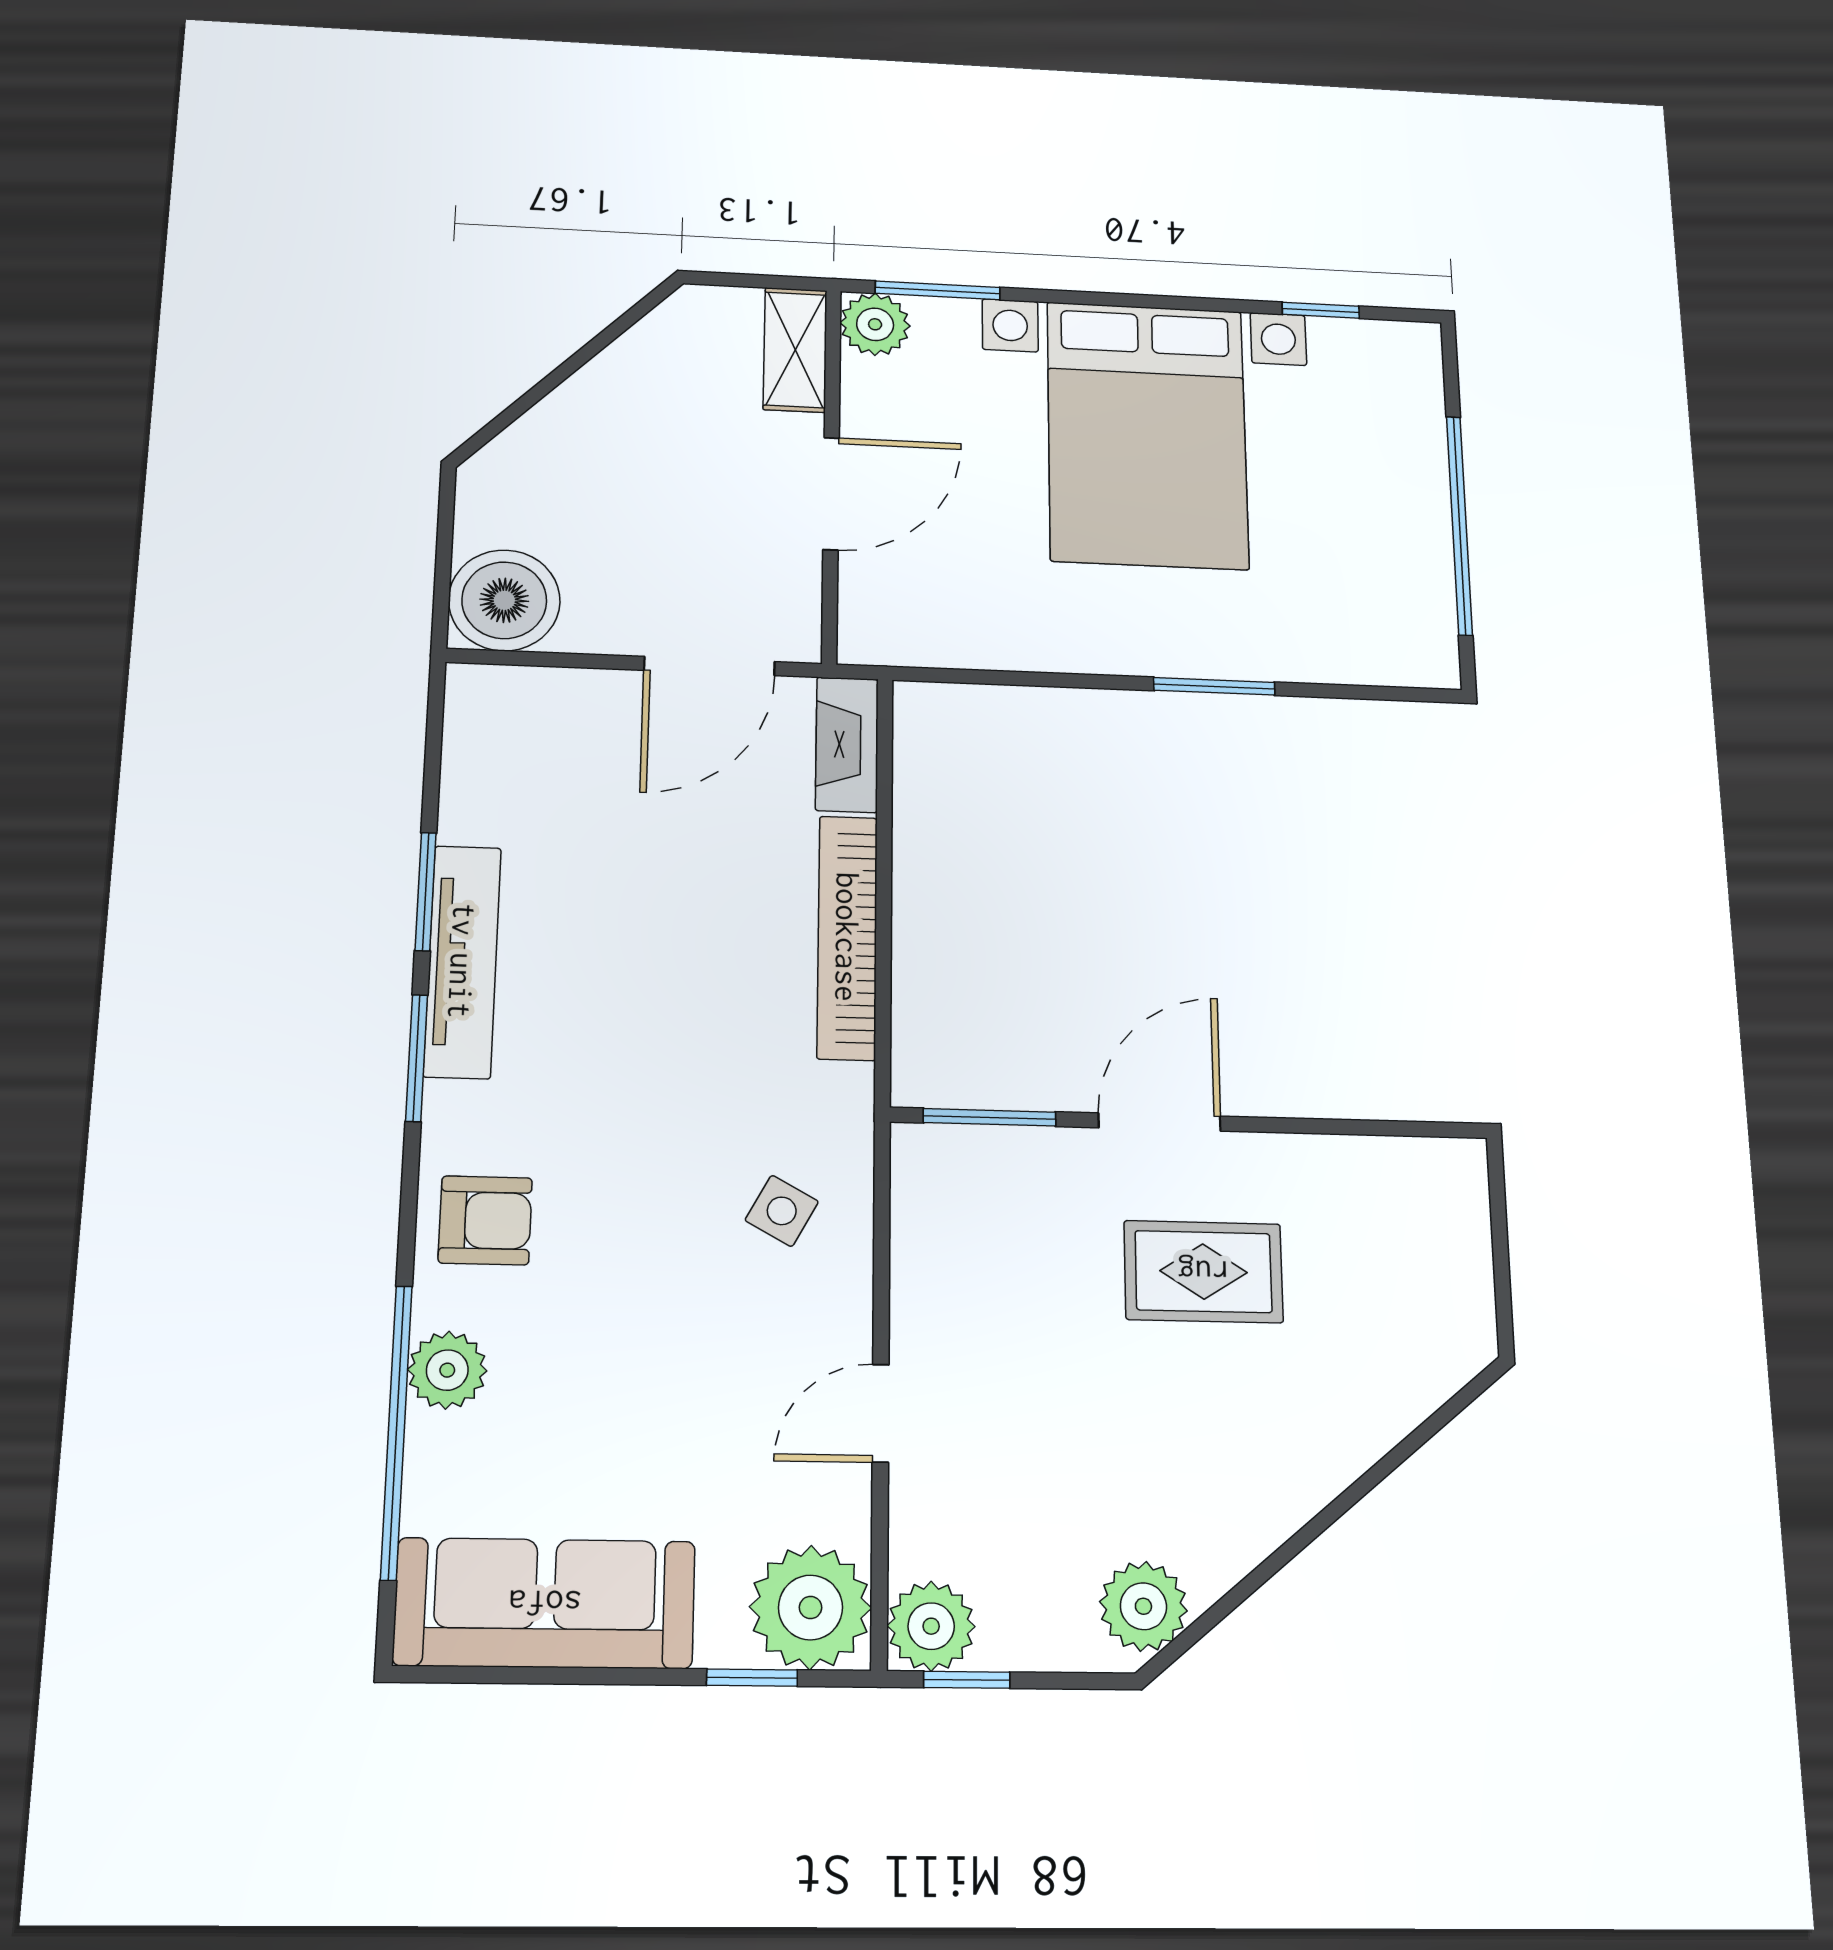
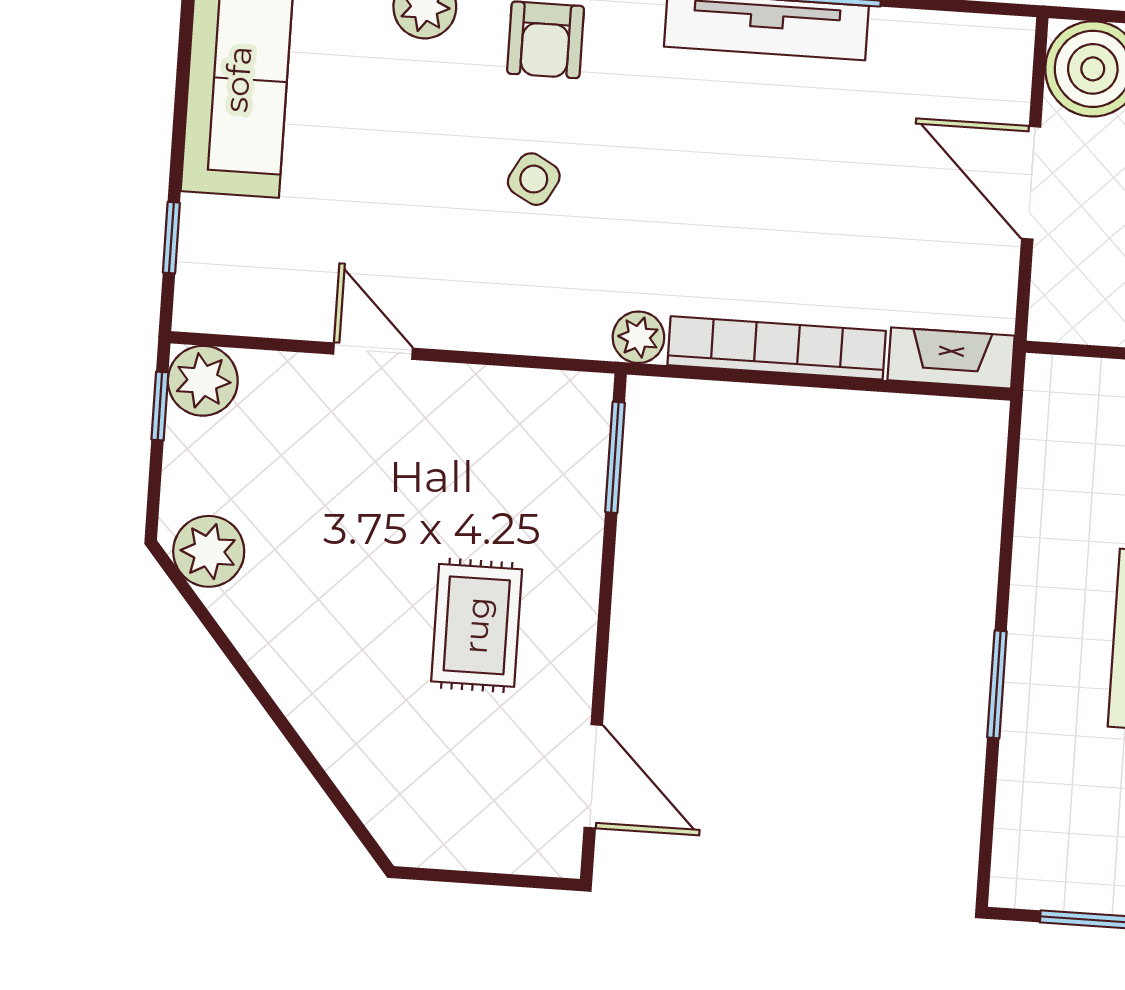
door: (709, 666) -> (1031, 183), moved
door: (1160, 1122) -> (593, 776), moved
side table: (782, 1211) -> (534, 179), moved
plant: (811, 1607) -> (638, 337), moved, width x0.53, depth x0.53

